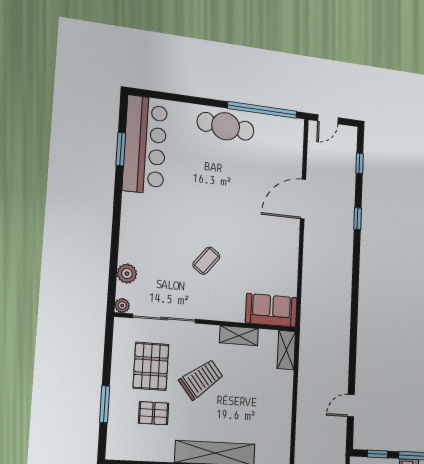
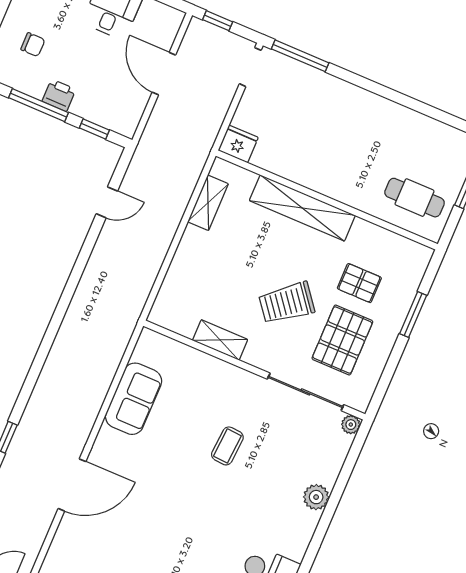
coffee table: (206, 261) -> (227, 446), turned -34
plant: (127, 274) -> (316, 497), moved
sofa: (271, 310) -> (134, 399), moved, turned -90
shelving: (286, 350) -> (208, 203), moved

